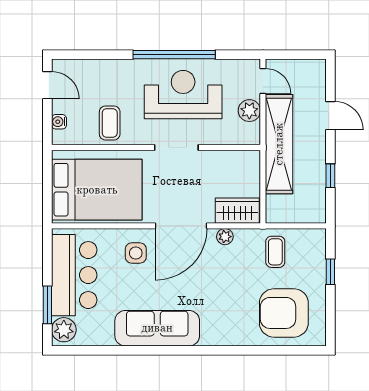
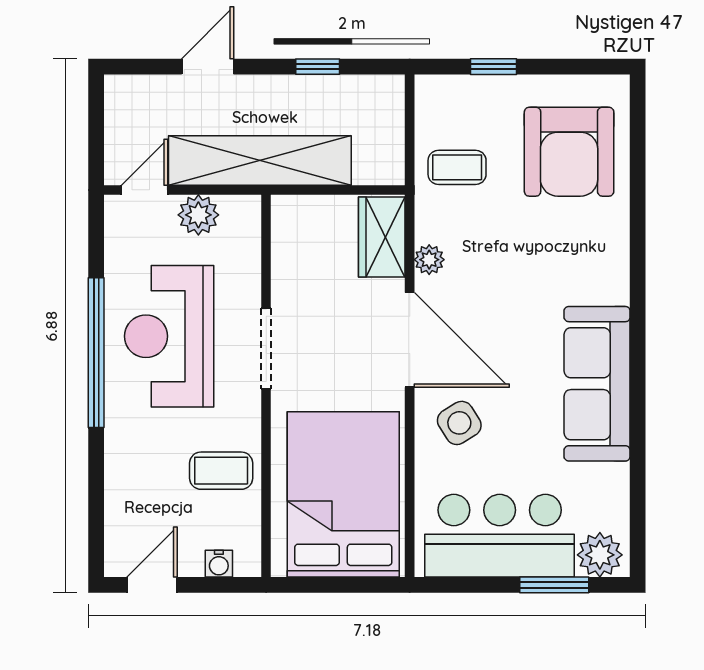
side table: (136, 253) -> (459, 423), turned -32

